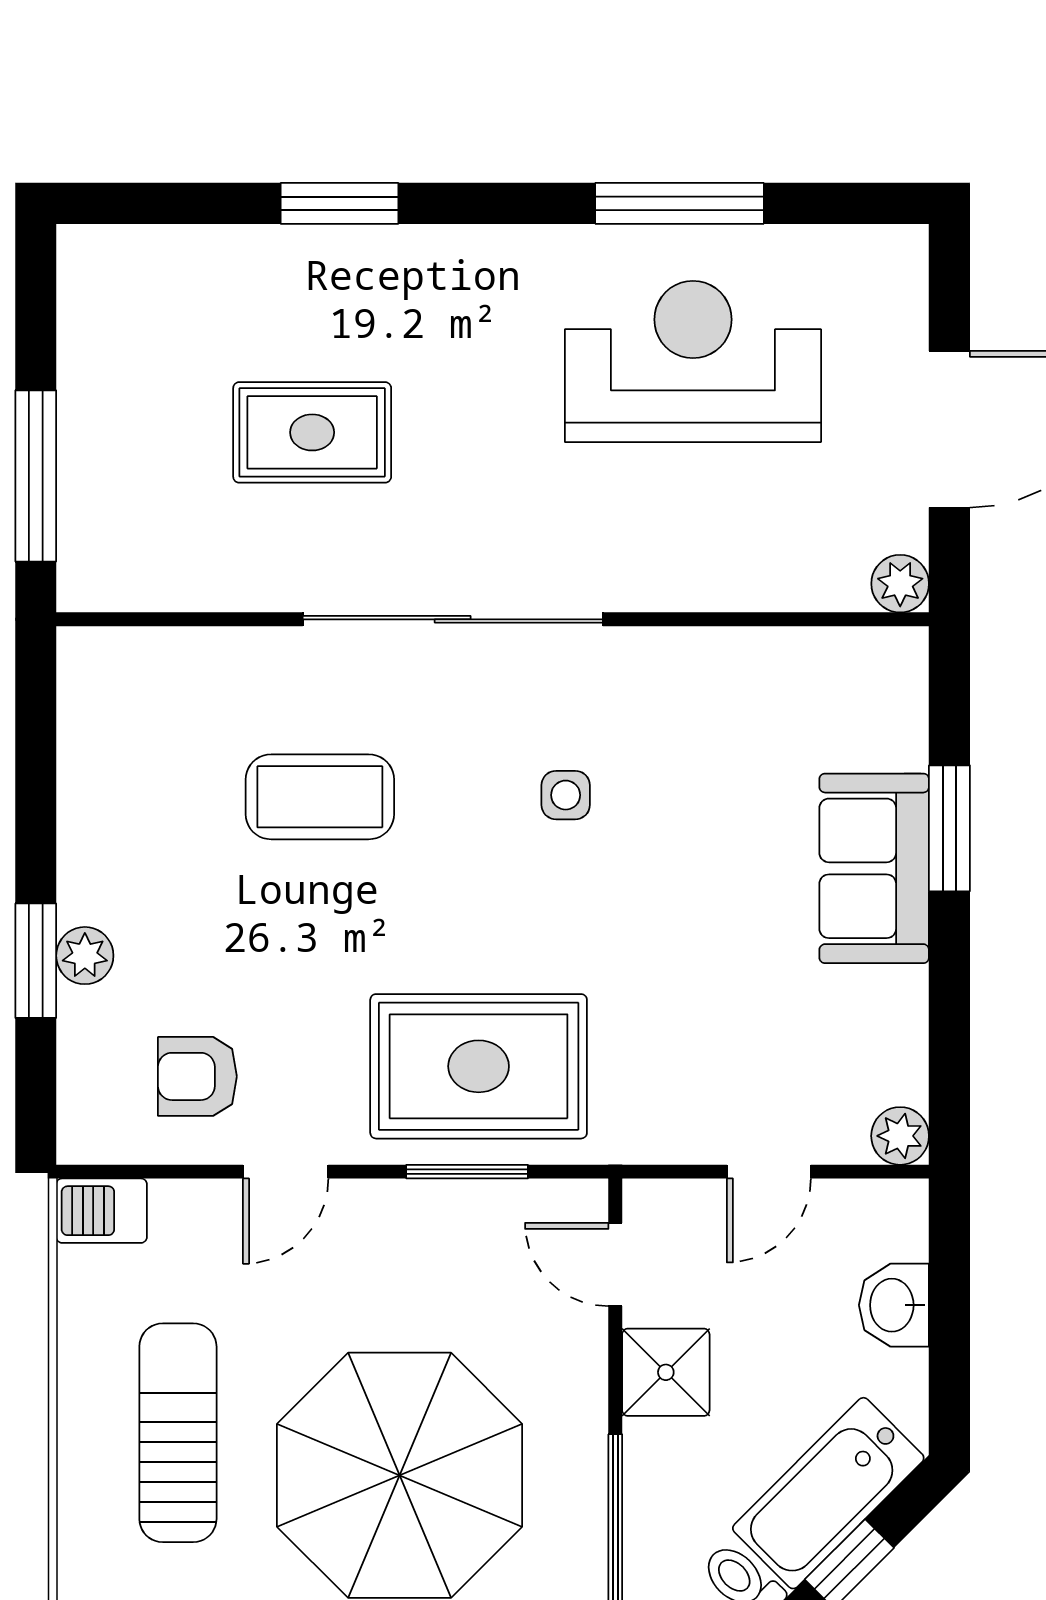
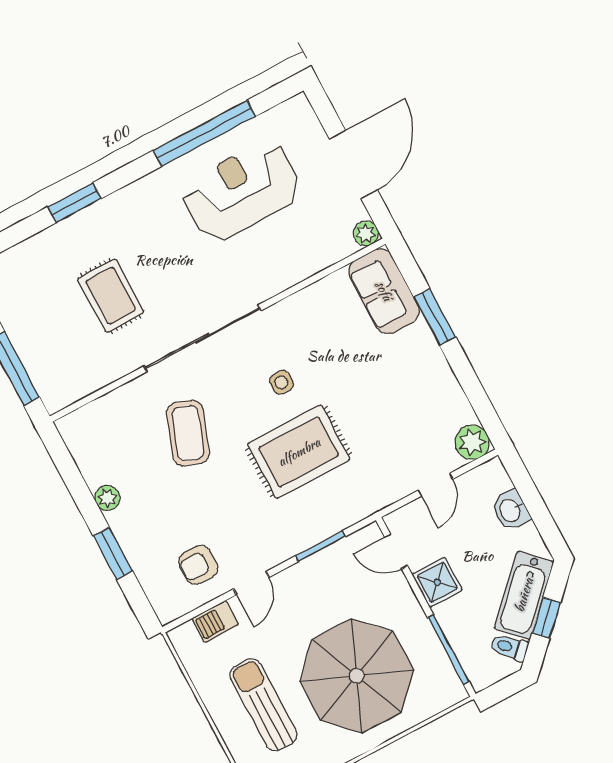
window: (680, 203) -> (204, 133), width x1.46
rug: (312, 432) -> (111, 296), turned 90
coffee table: (320, 797) -> (188, 433), turned -70
sofa: (874, 868) -> (384, 291), moved
plant: (85, 956) -> (107, 498), moved
rug: (479, 1066) -> (299, 452), moved
plant: (900, 1136) -> (472, 442), width x1.38, depth x1.38
barbecue: (102, 1211) -> (215, 622), moved

